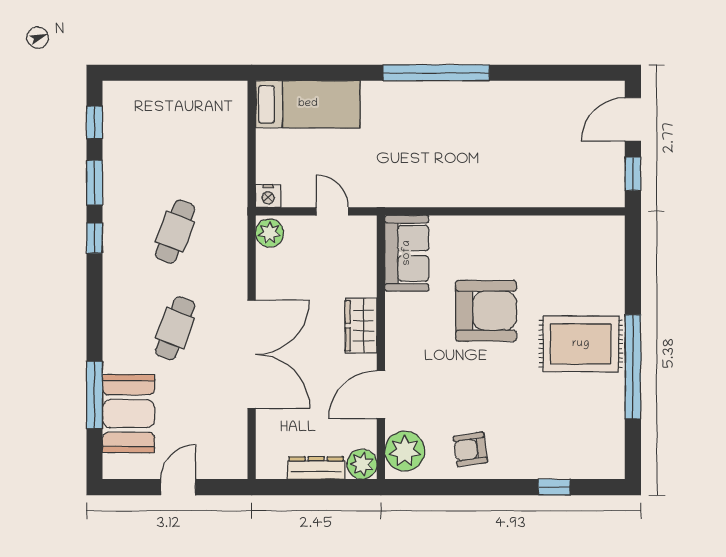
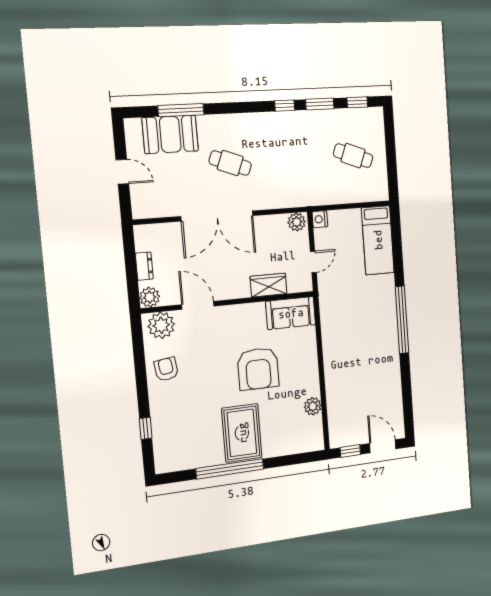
plant: (554, 229) -> (313, 406), added
cafe table: (175, 232) -> (353, 156), moved
wardrobe: (361, 326) -> (269, 285), moved
dresser: (316, 468) -> (144, 266), width x0.70

